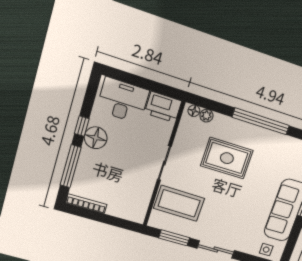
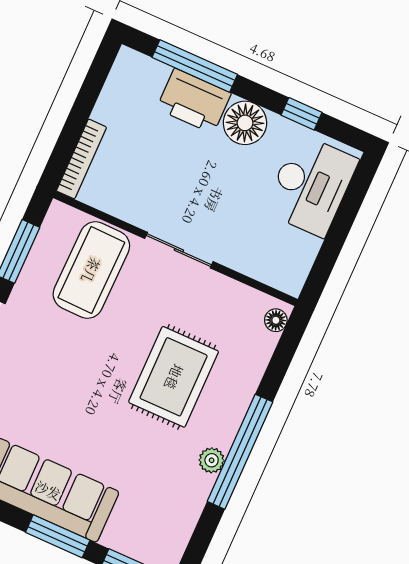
printer: (163, 107) -> (194, 101), moved, turned -90
plant: (206, 116) -> (212, 460), moved
window: (82, 126) -> (302, 114), moved
bookcase: (86, 204) -> (81, 159), moved

